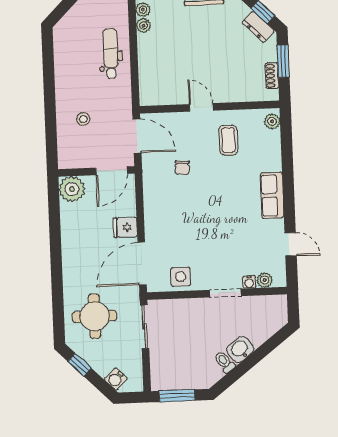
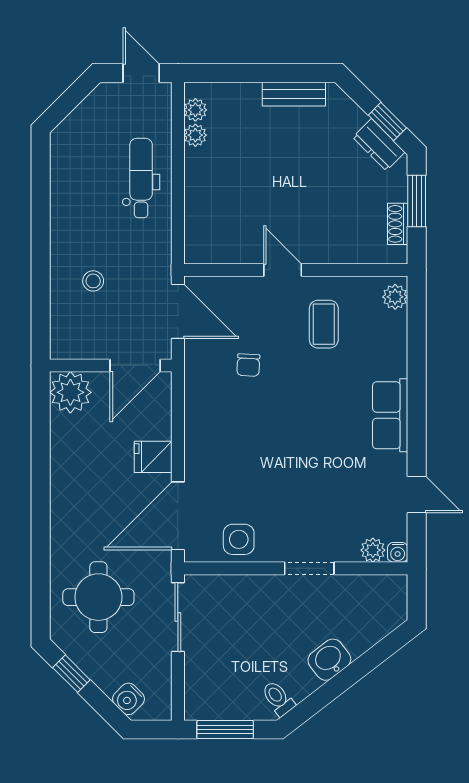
water cooler: (249, 282) -> (398, 552), moved
toilet: (225, 362) -> (278, 698), moved

